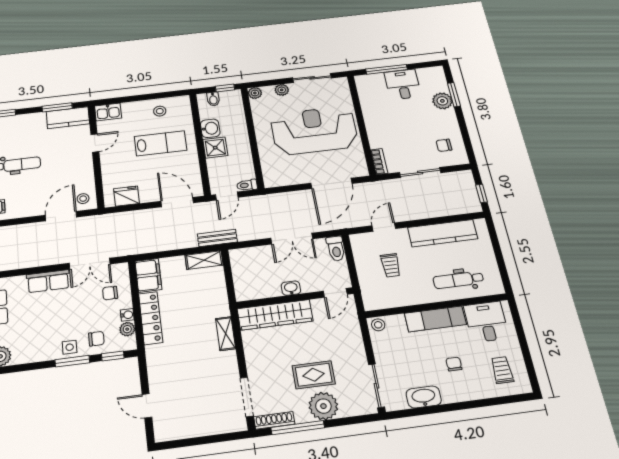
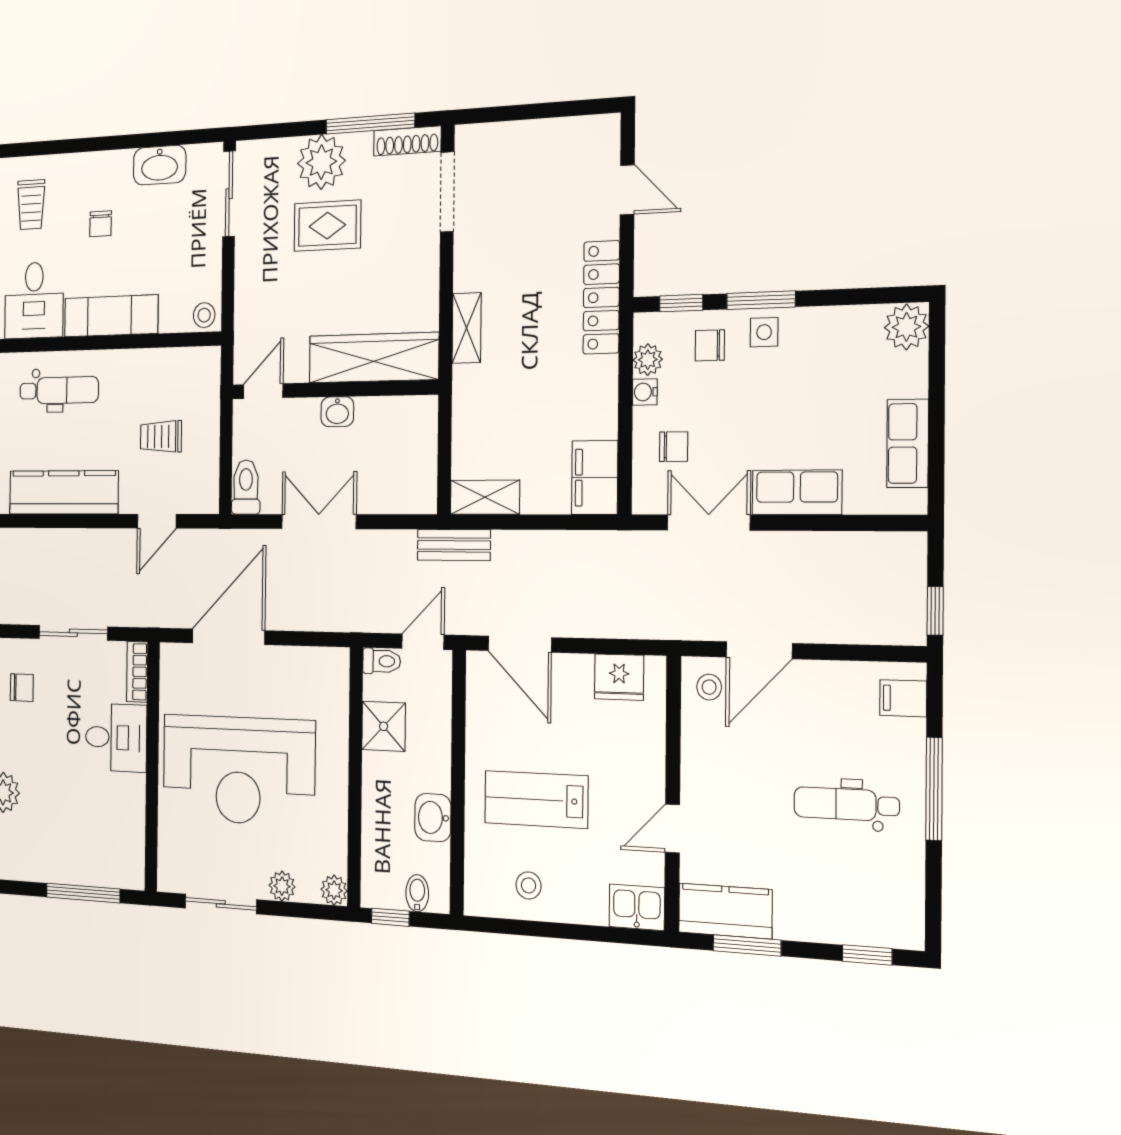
desk: (403, 84) -> (116, 738), moved, turned -90
shower: (215, 148) -> (384, 726), moved
trolley: (391, 265) -> (161, 437), turned -90
locker: (151, 318) -> (601, 297), moved

